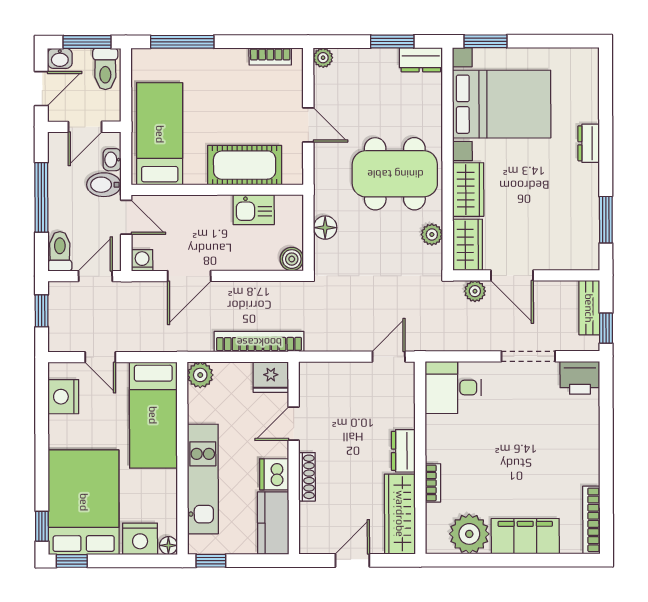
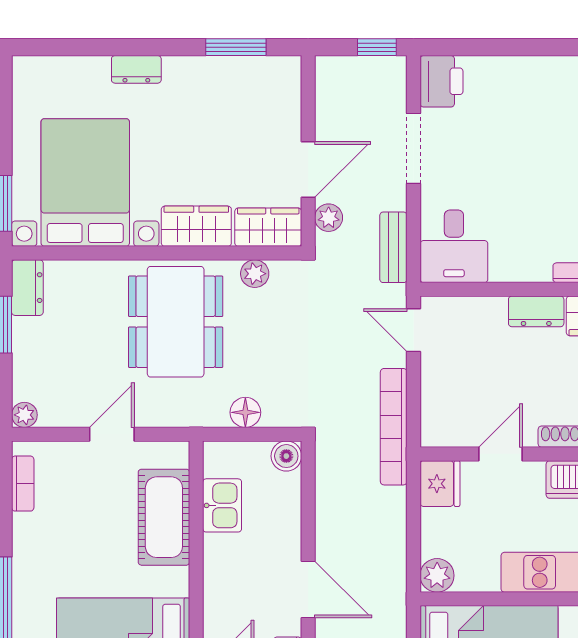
bench: (589, 308) -> (393, 247), moved, turned 90
bookcase: (259, 342) -> (394, 427), moved
door: (294, 424) -> (501, 454), swing flipped

